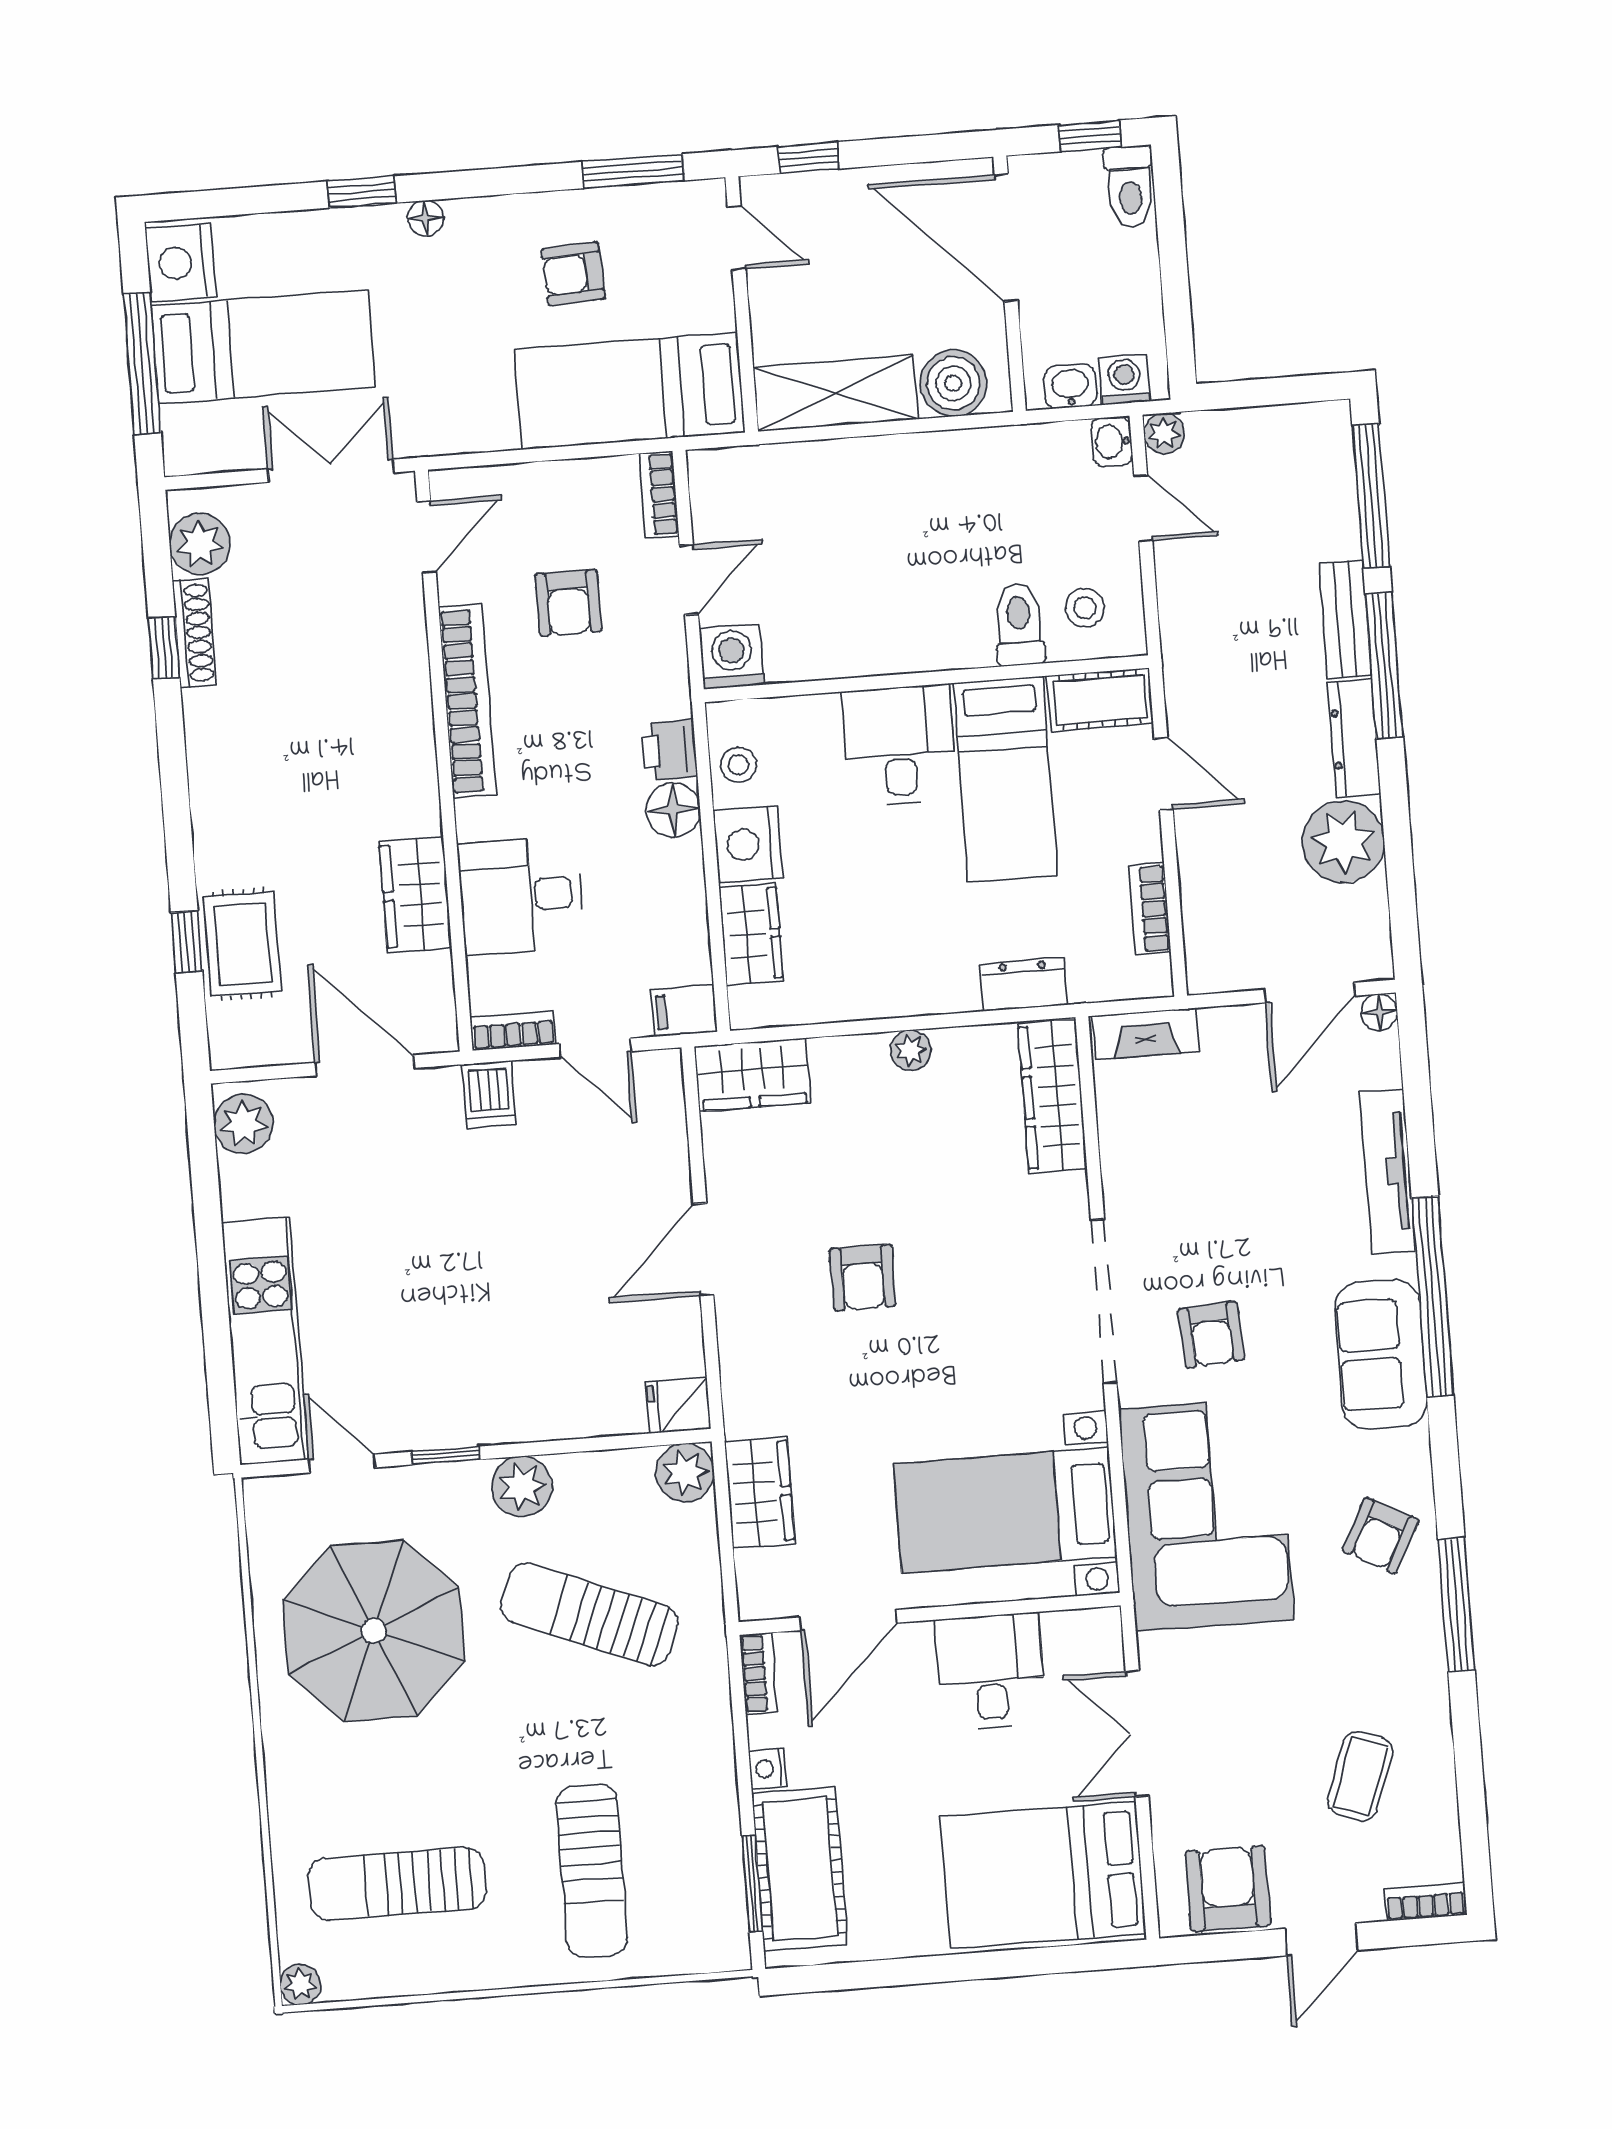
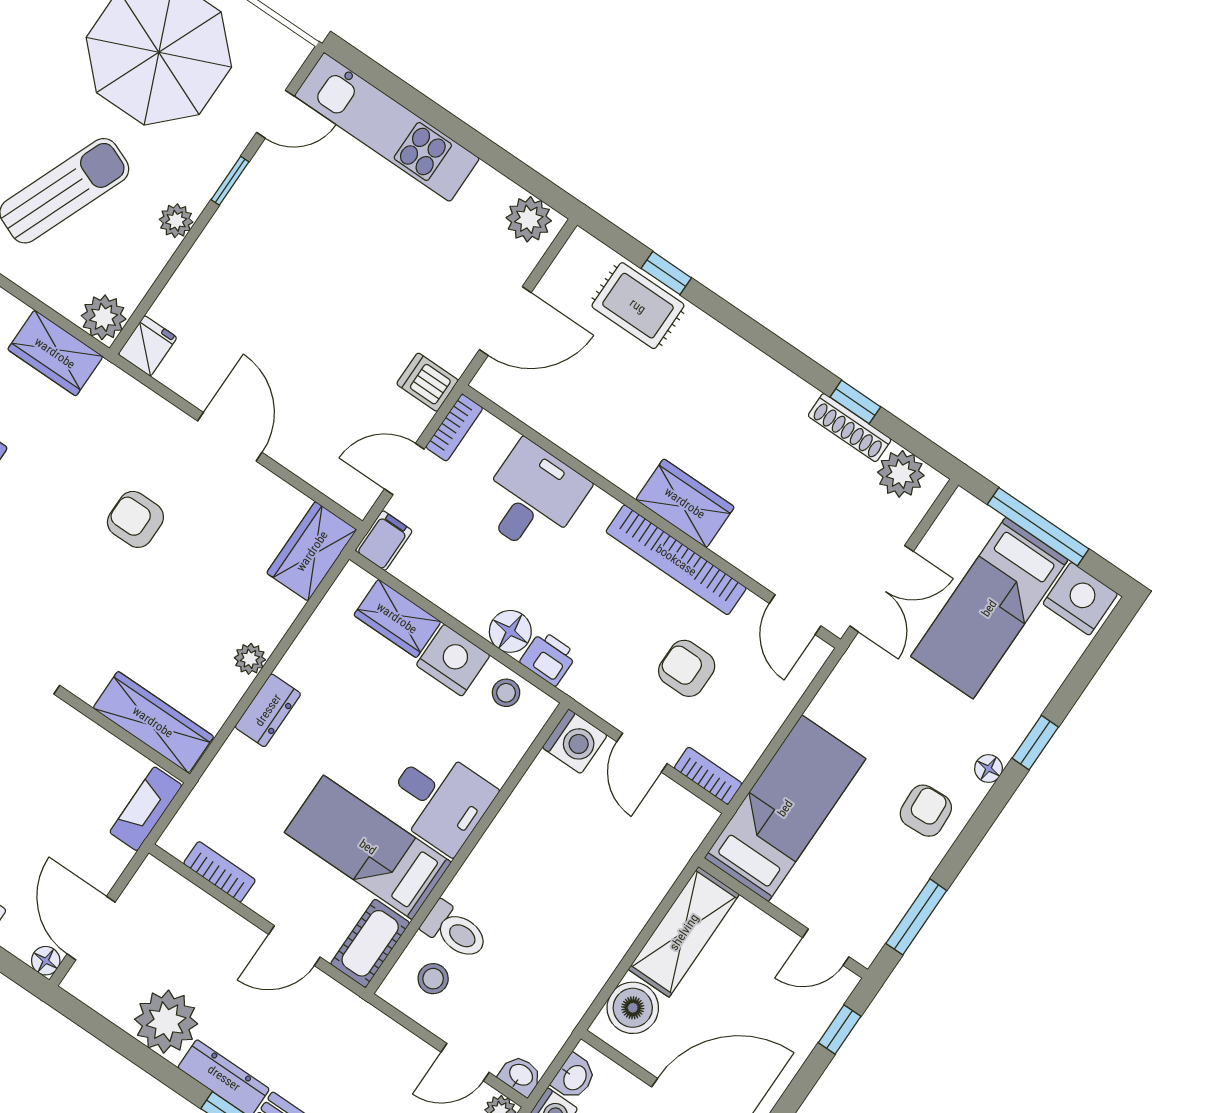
armchair: (573, 274) -> (926, 811), moved
wardrobe: (415, 895) -> (685, 503), moved
dresser: (1024, 985) -> (268, 710), moved
plant: (522, 1486) -> (176, 221), width x0.73, depth x0.73

